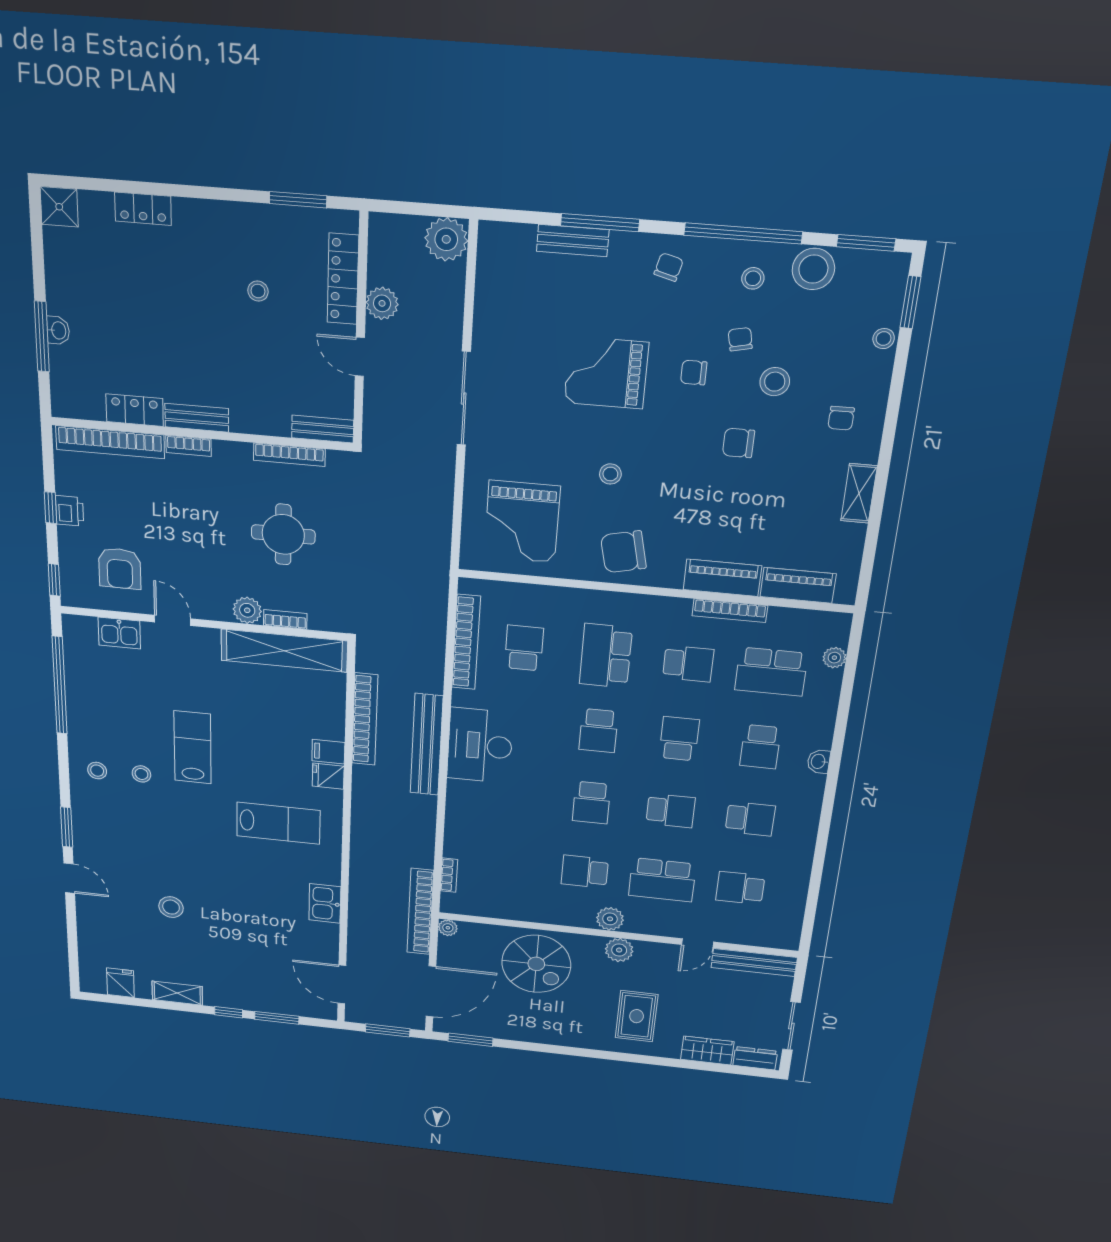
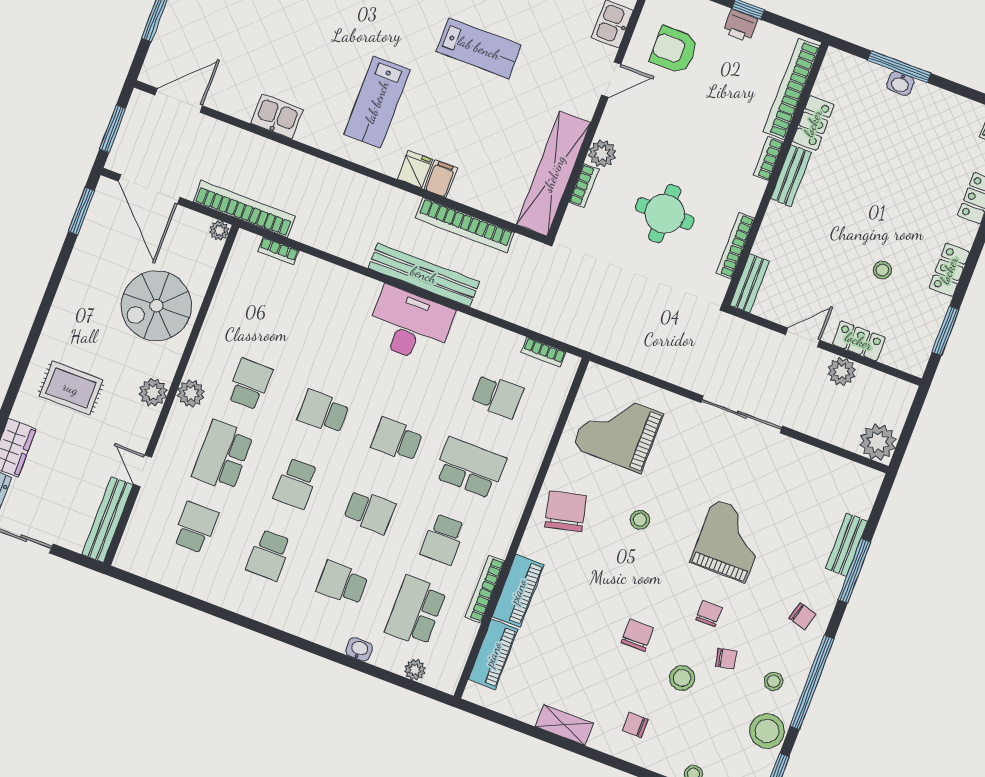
locker: (231, 216) -> (949, 270), added
locker: (343, 279) -> (859, 341), width x0.66
bookcase: (466, 642) -> (544, 352), width x0.43, depth x0.76
washbasin: (819, 761) -> (359, 649), moved

